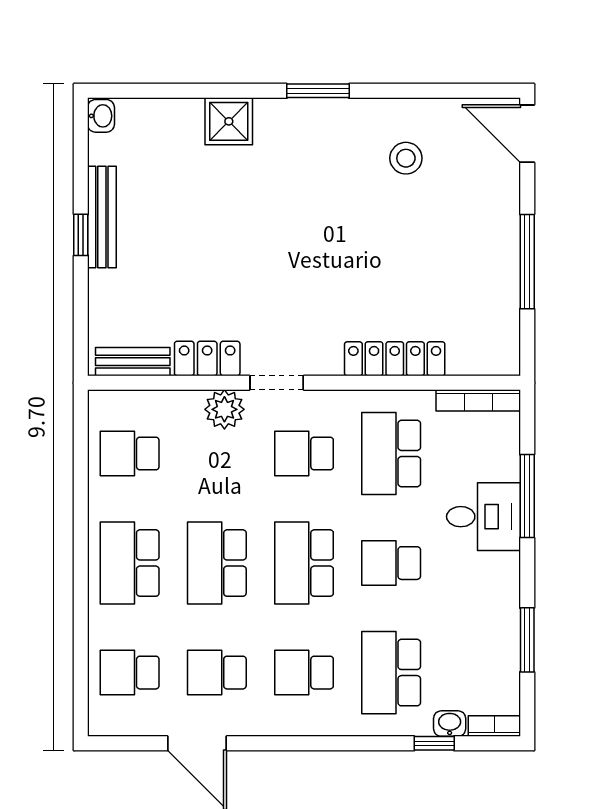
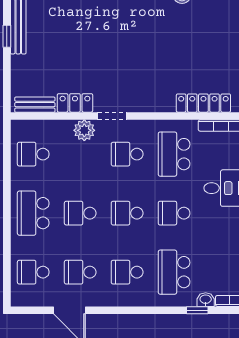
locker: (395, 359) -> (203, 103), moved
school desk: (217, 563) -> (80, 213), width x0.54
school desk: (304, 563) -> (127, 213), width x0.54

